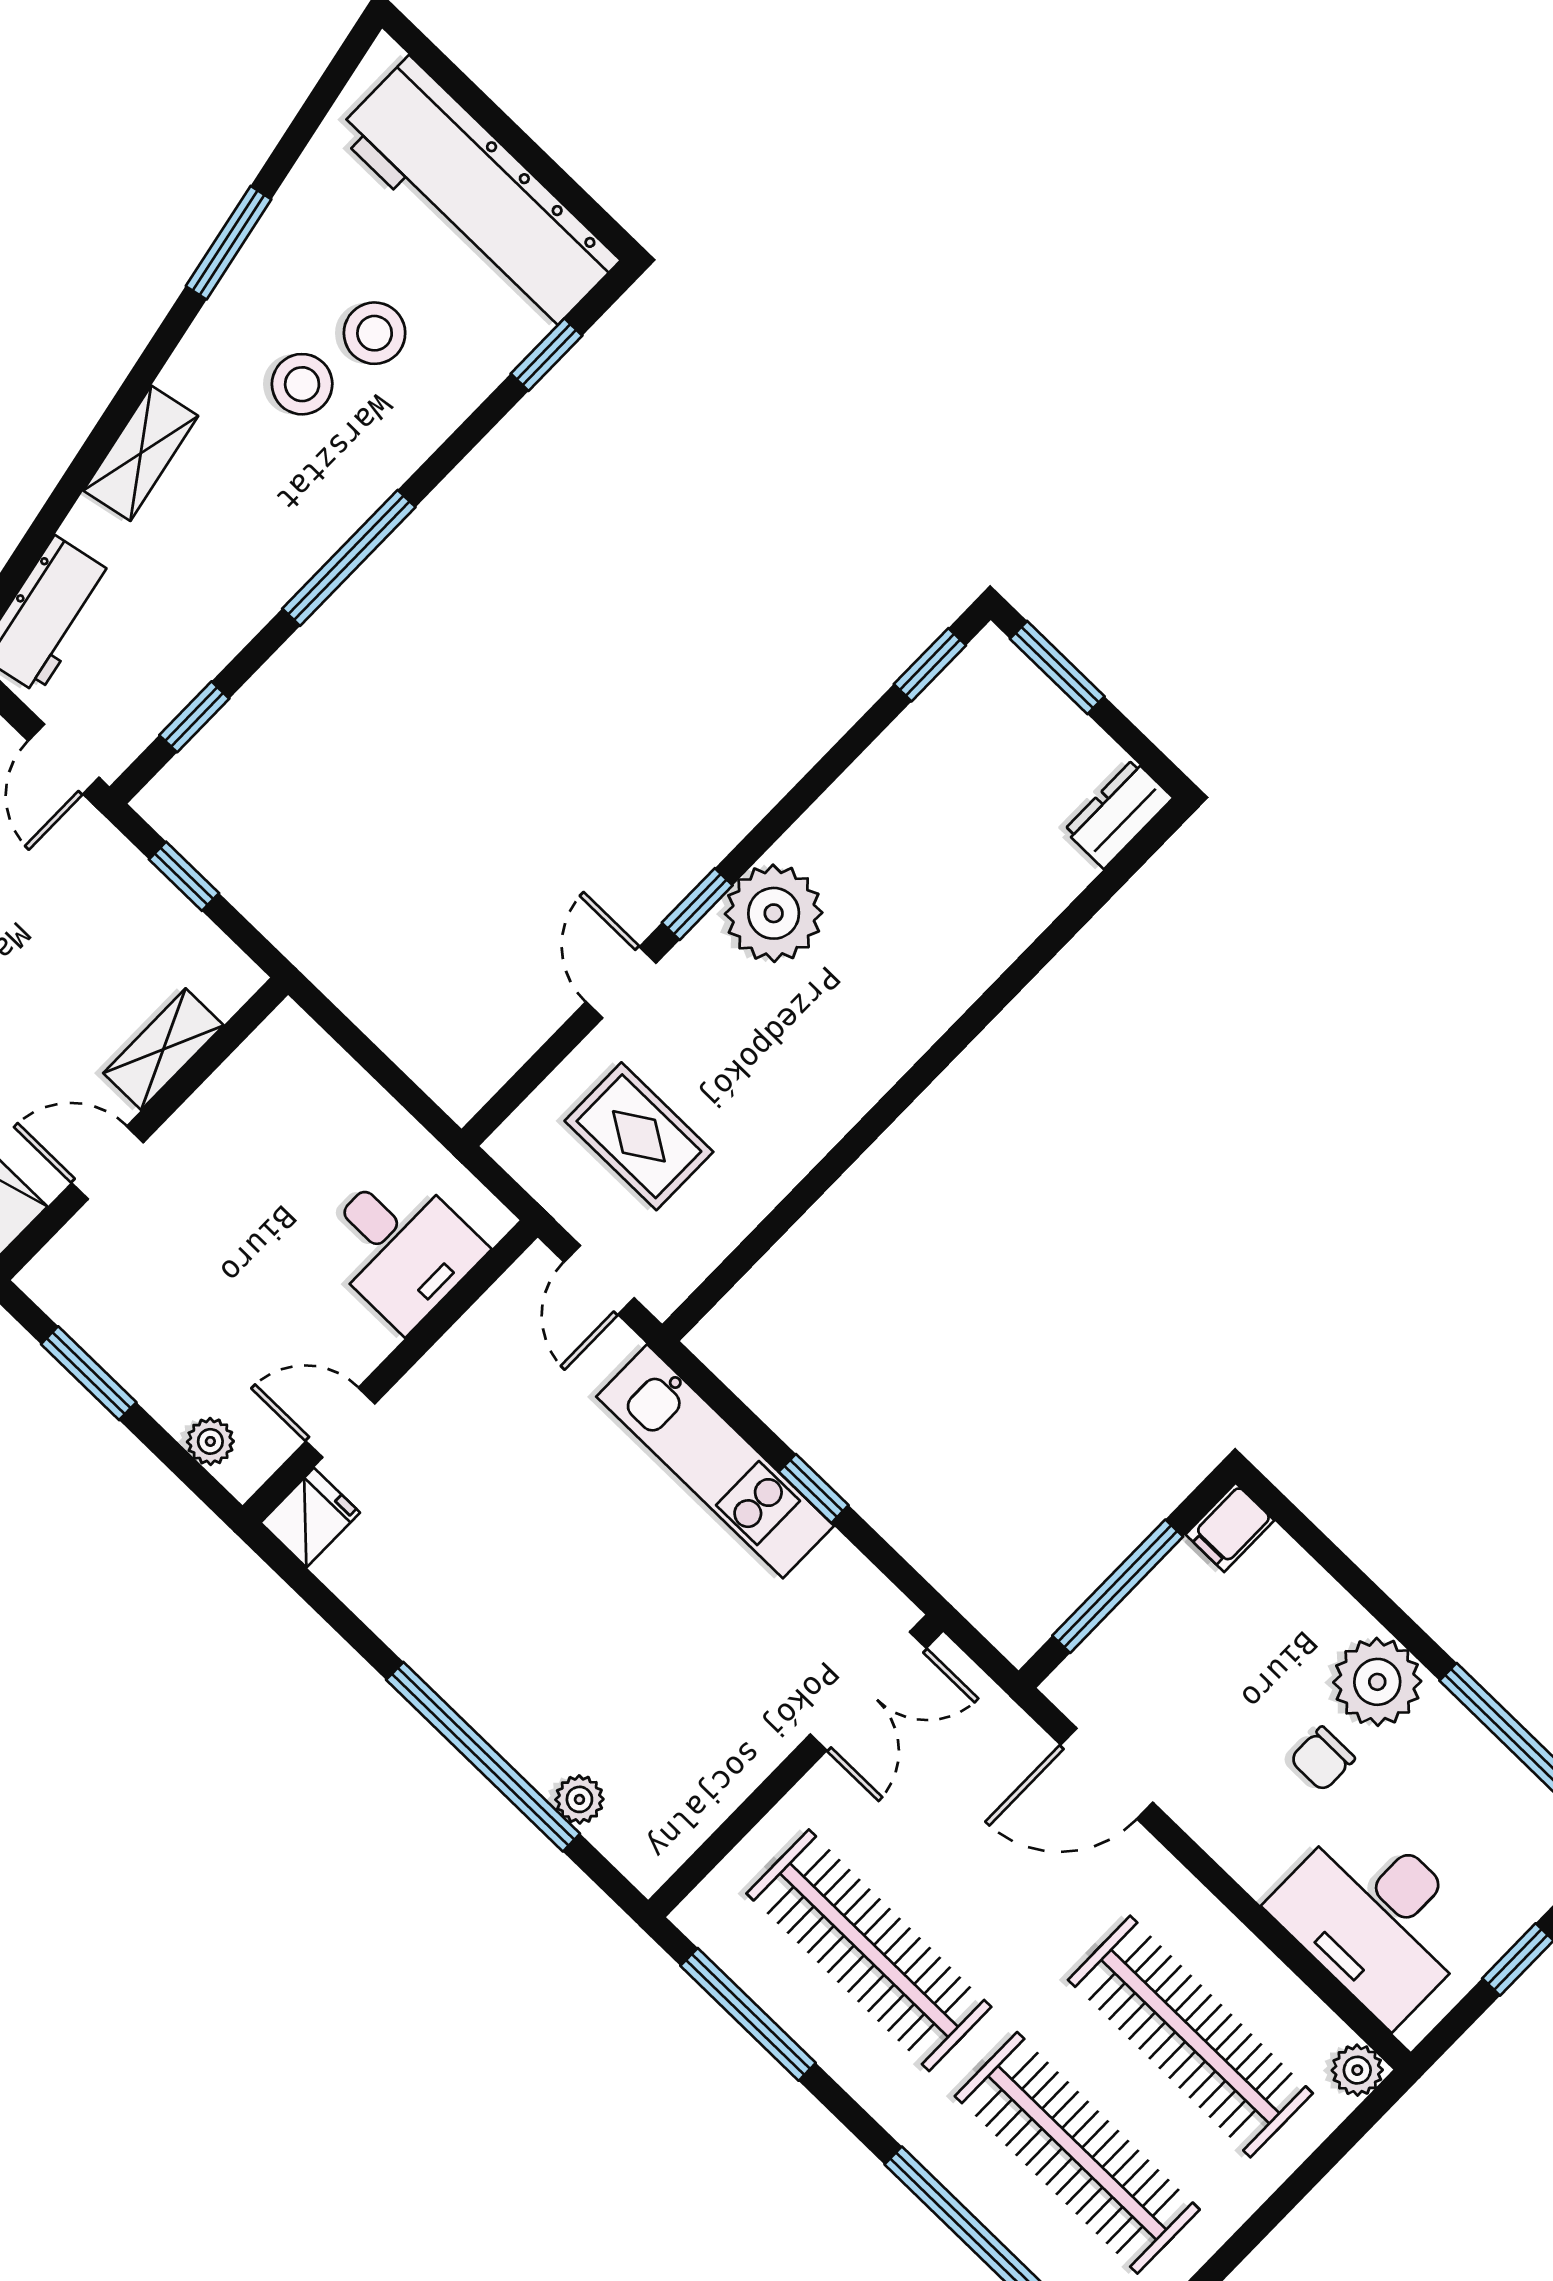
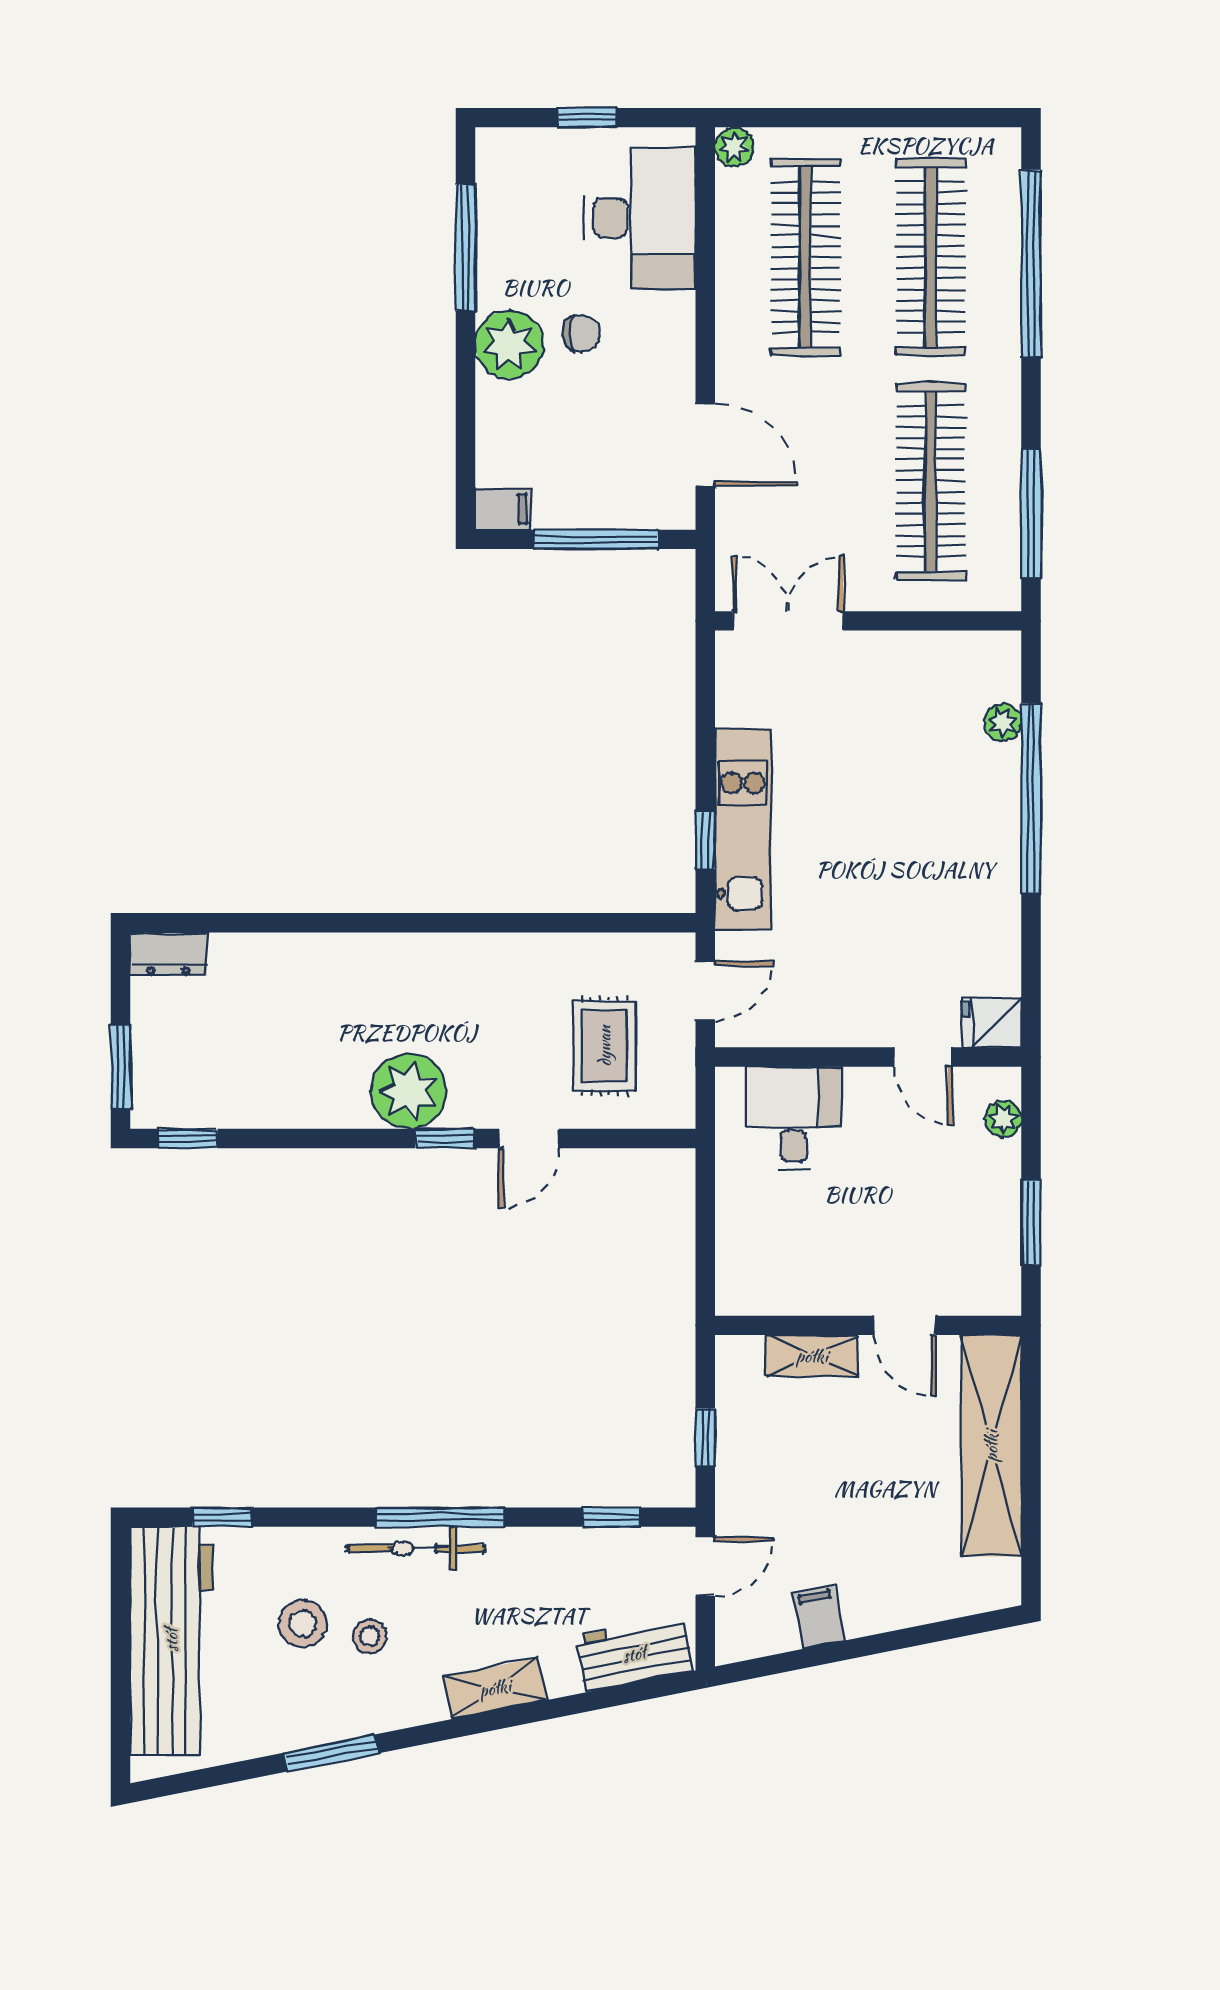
stool: (302, 384) -> (370, 1636), width x0.73, depth x0.73
bicycle: (342, 507) -> (416, 1549), added
window: (814, 1488) -> (705, 840), moved

